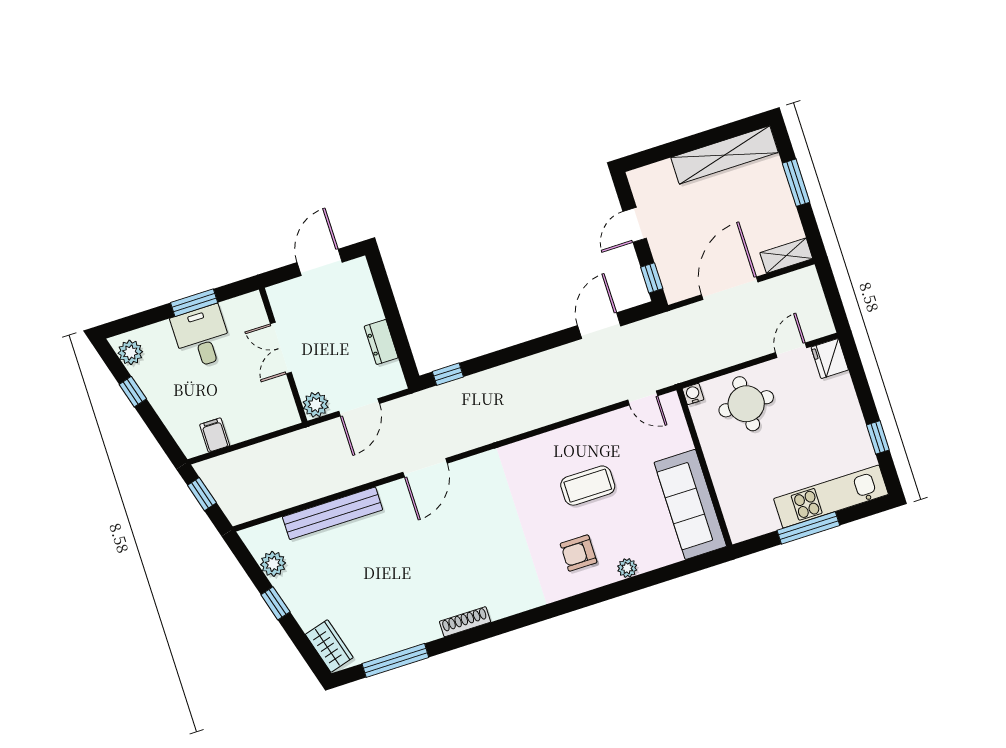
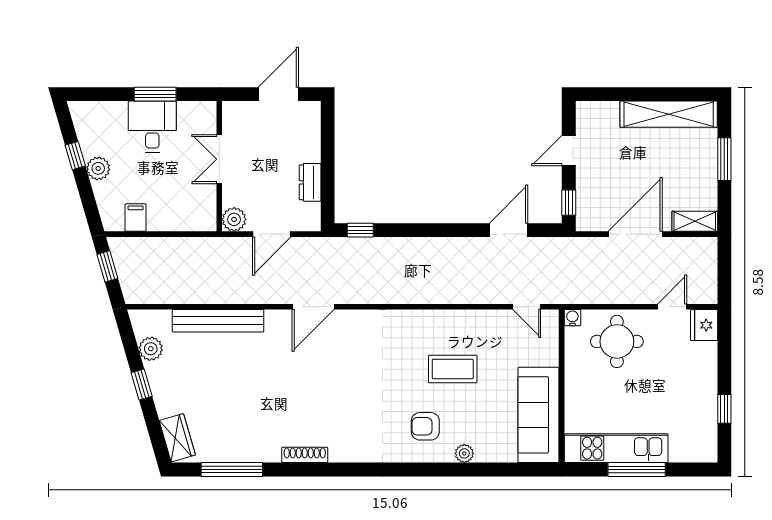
plant: (130, 352) -> (98, 168), moved
kitchen unit: (831, 497) -> (616, 448), moved

